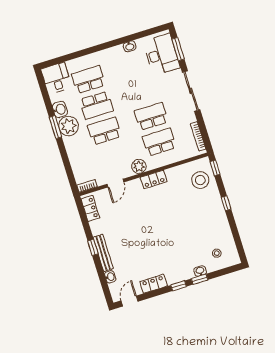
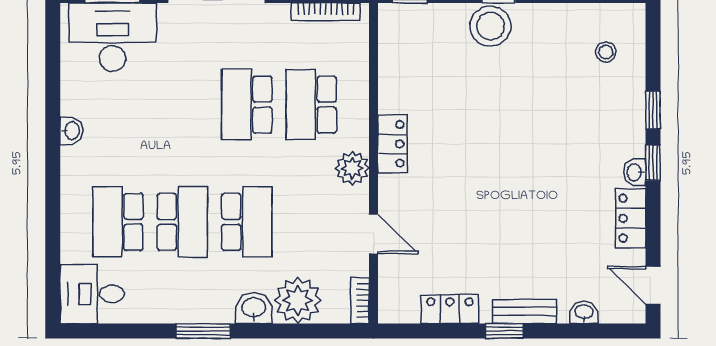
washbasin: (130, 46) -> (71, 131), moved
washbasin: (60, 109) -> (254, 308), moved
plant: (69, 126) -> (298, 300), moved
school desk: (104, 131) -> (247, 222), turned 180
stool: (200, 180) -> (490, 26), moved
locker: (90, 208) -> (450, 309), moved
bench: (103, 253) -> (524, 311), width x0.73
washbasin: (200, 271) -> (635, 172), moved

